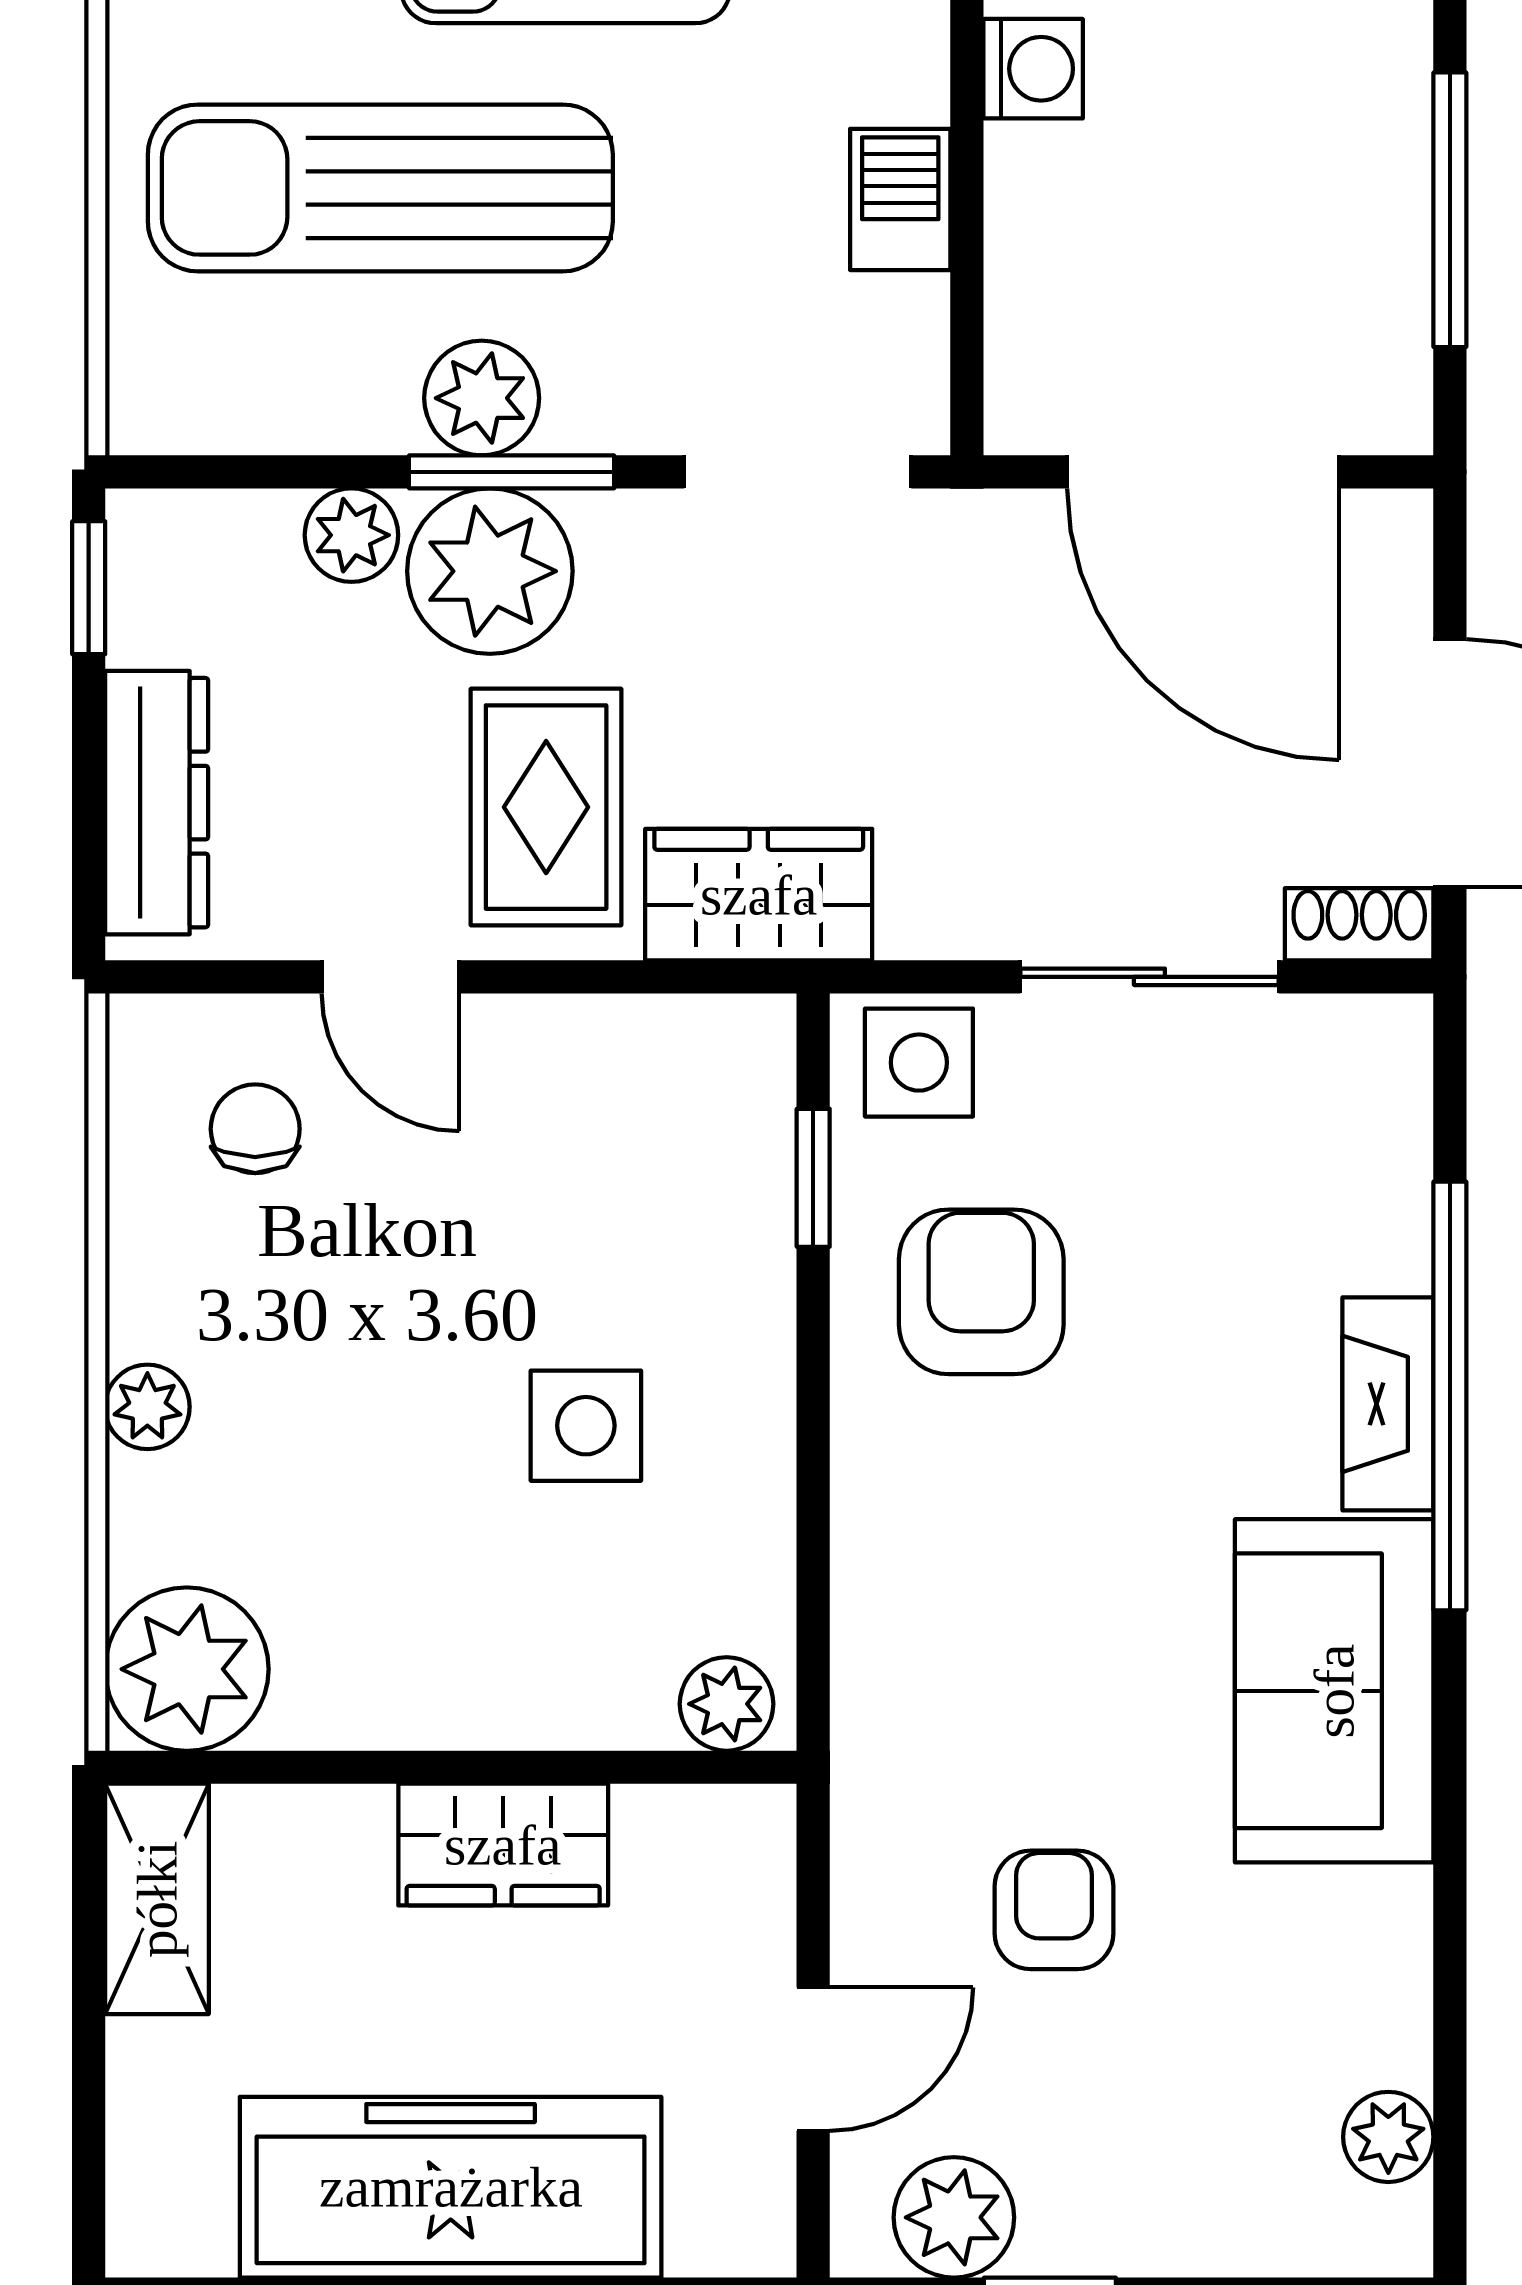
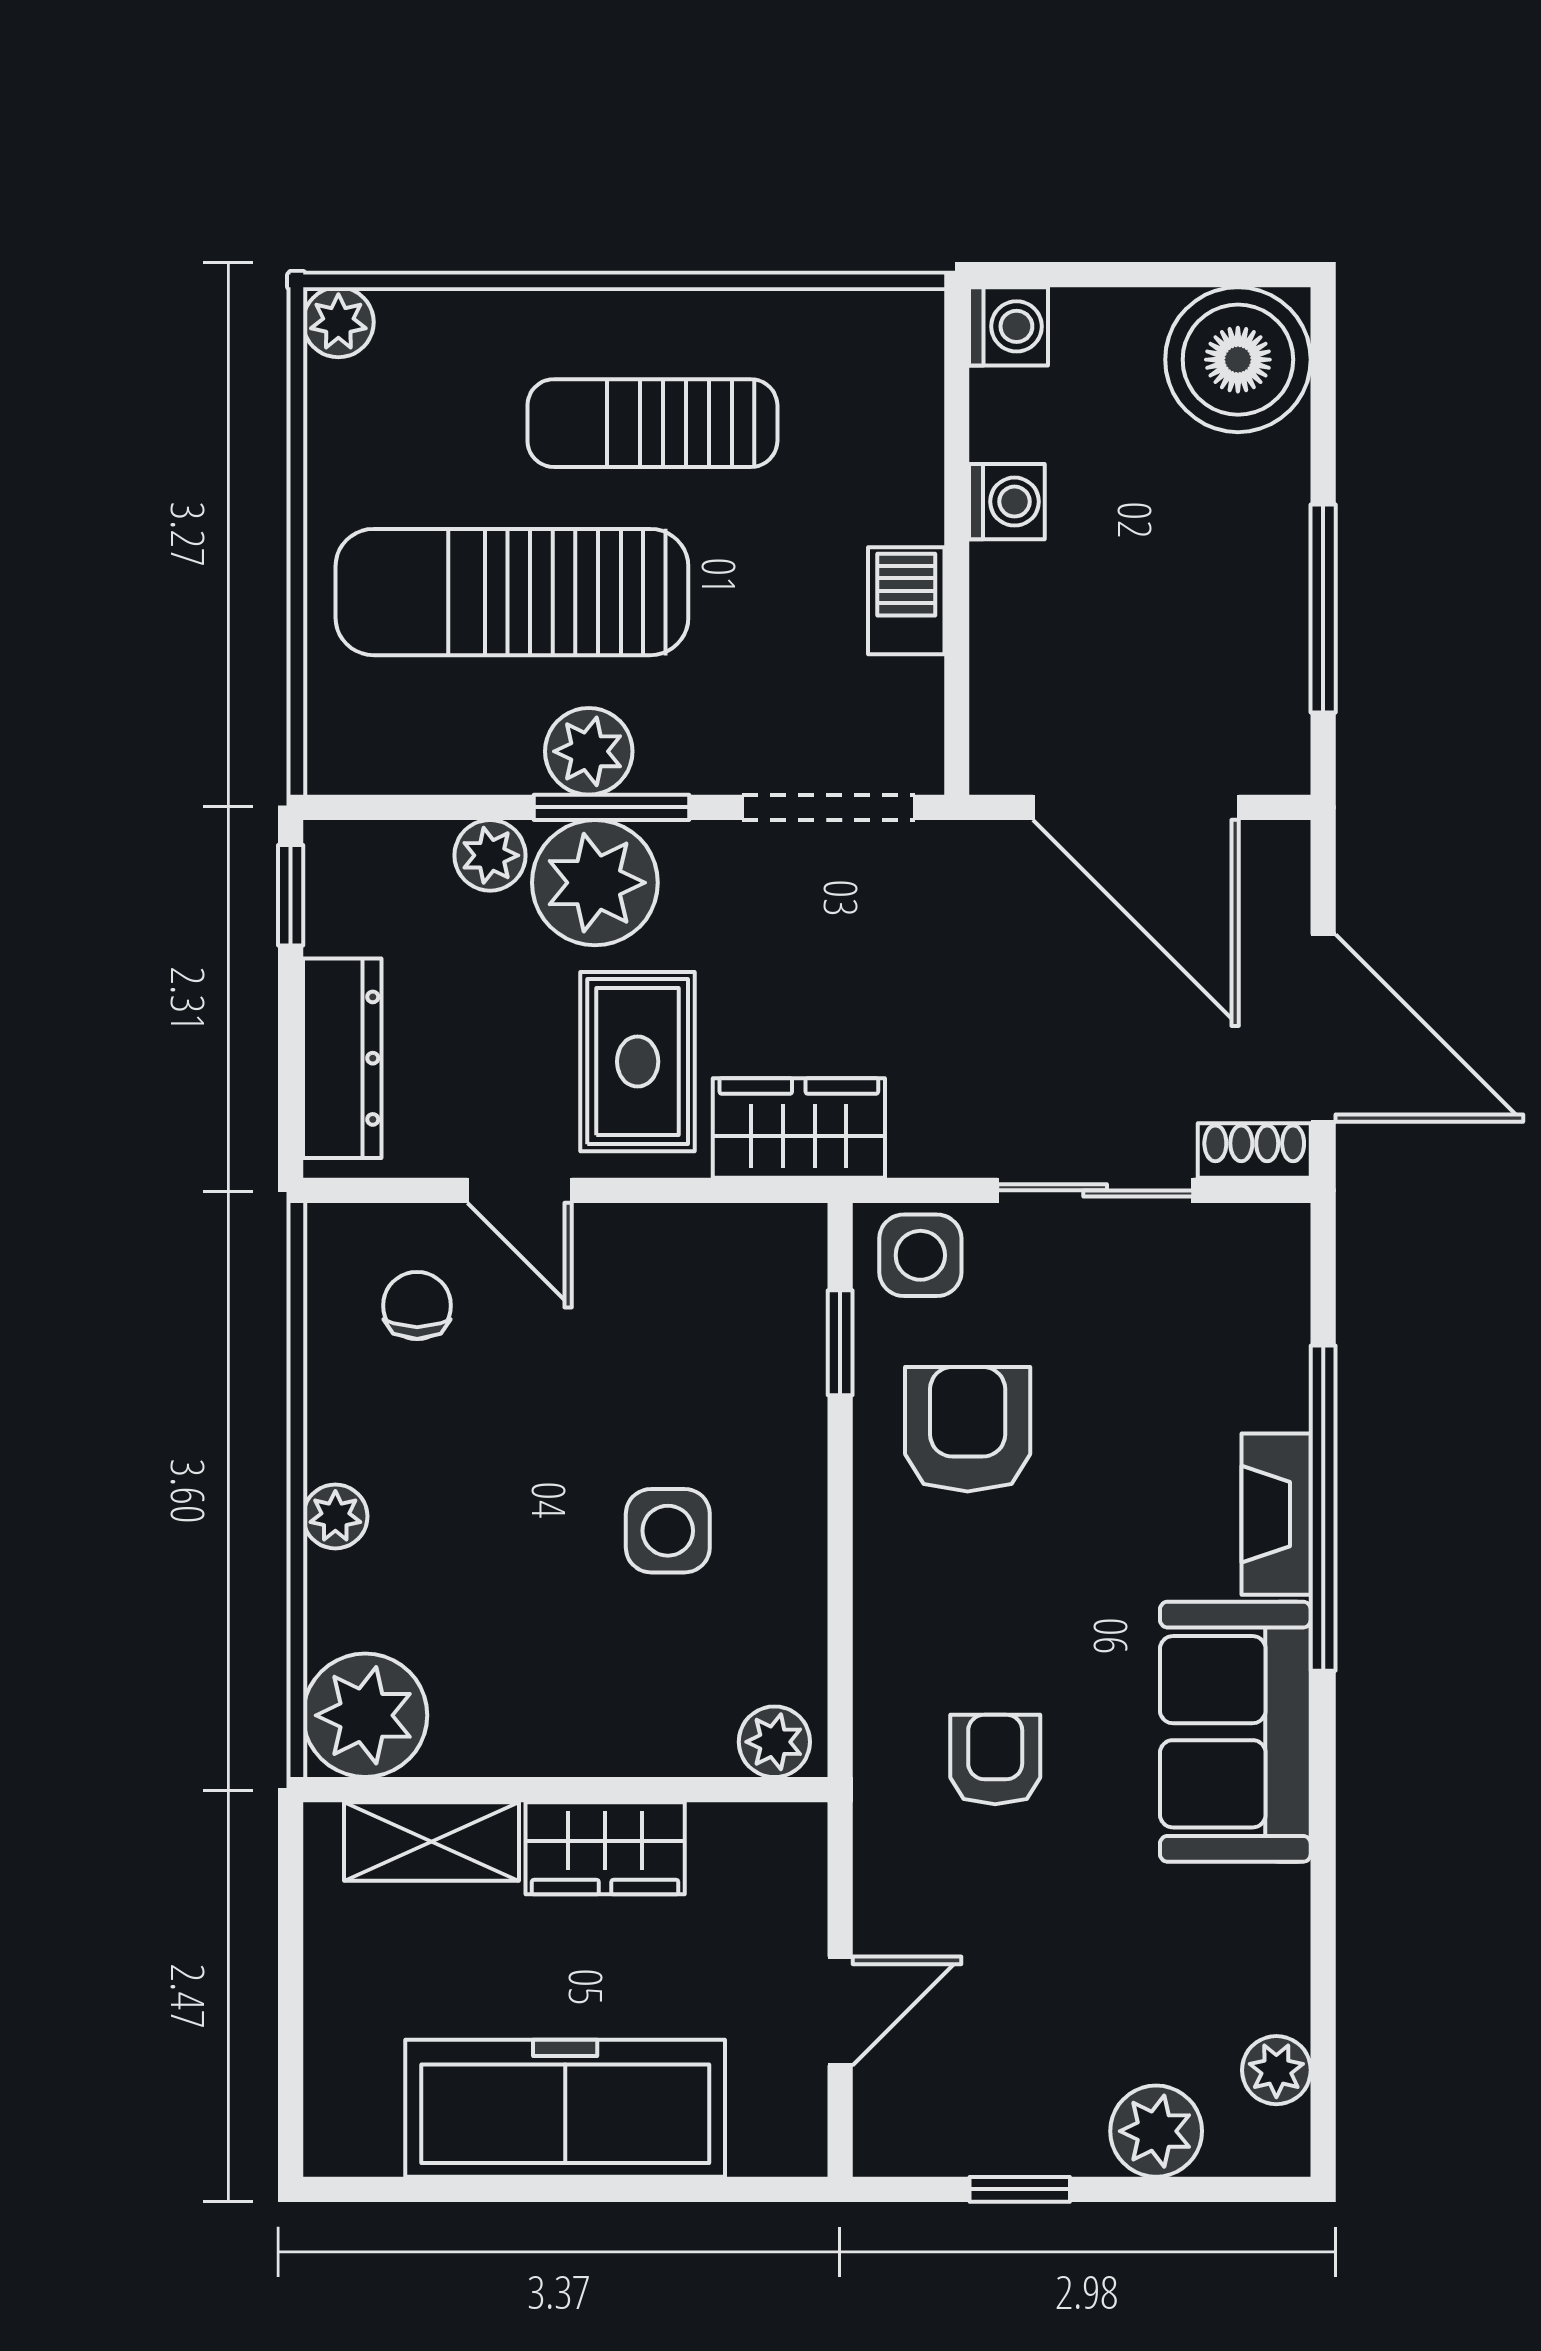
shelving: (157, 1899) -> (431, 1842), moved, turned 90
armchair: (1054, 1910) -> (995, 1760), moved
plant: (954, 2217) -> (1156, 2131), moved

